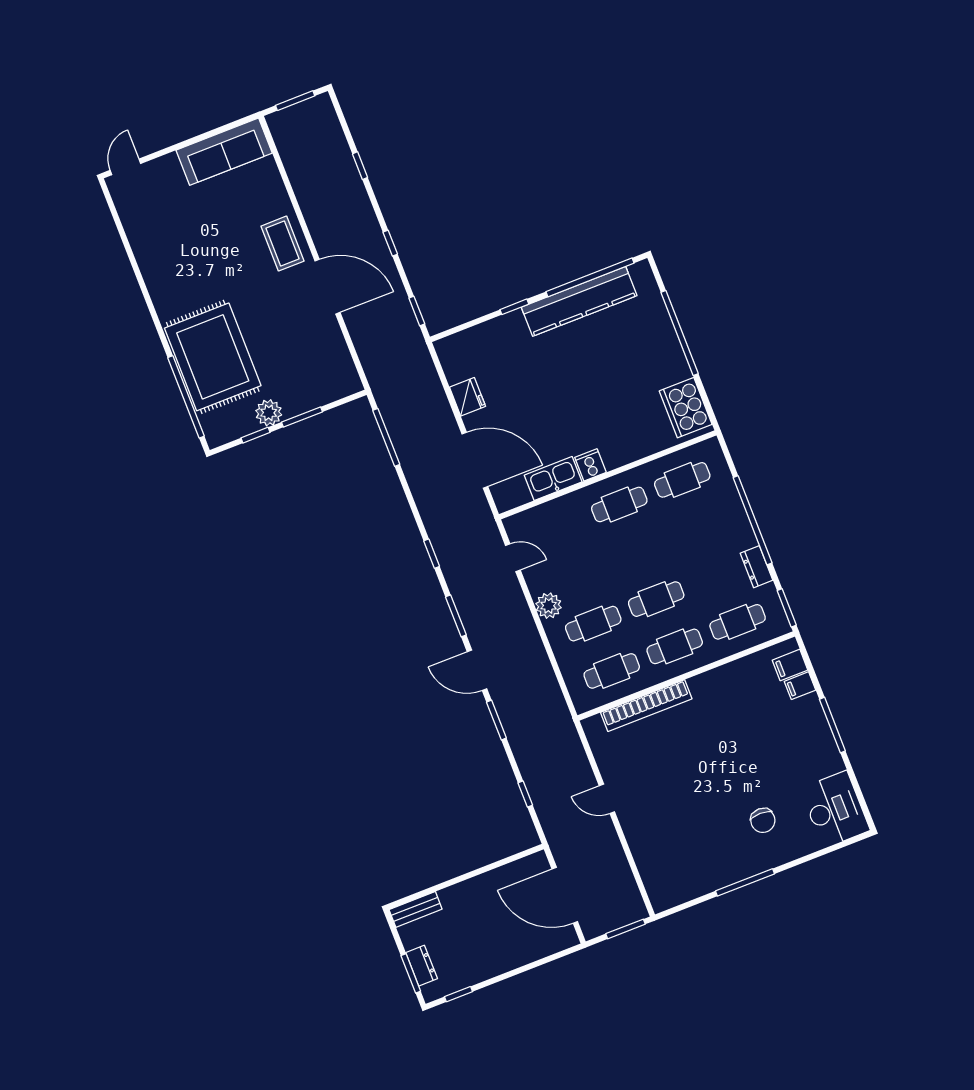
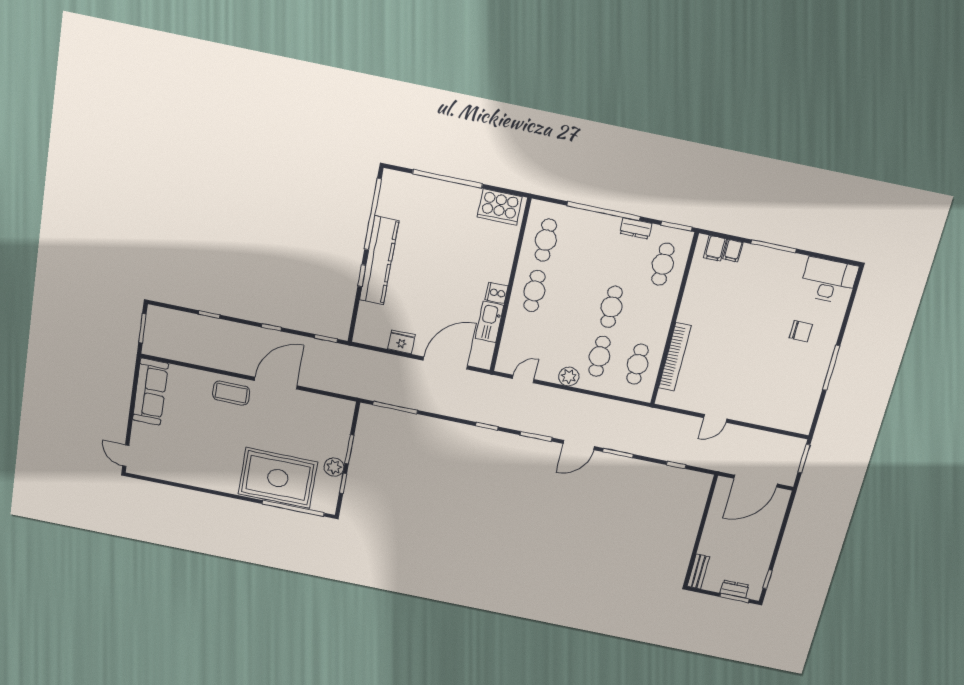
kitchen counter: (579, 301) -> (379, 261), moved
cafe table: (675, 646) -> (650, 315), removed

